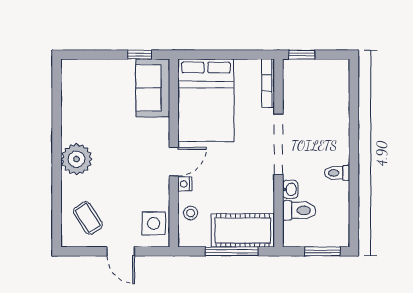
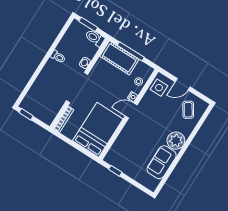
window: (302, 55) -> (26, 114), moved
sofa: (153, 88) -> (162, 162), moved, turned 180
toilet: (299, 210) -> (95, 38), moved
door: (121, 251) -> (183, 84), swing flipped

